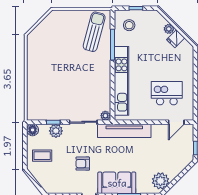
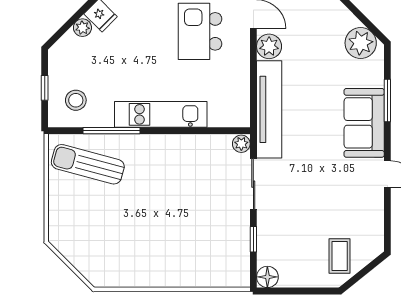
kitchen unit: (121, 81) -> (161, 114), width x0.73
plant: (56, 131) -> (269, 46), moved
coffee table: (42, 156) -> (340, 256), moved
armchair: (83, 164) -> (329, 185), removed

